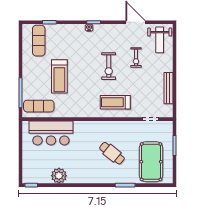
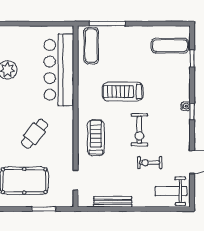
exercise bike: (109, 66) -> (139, 130), turned -90
treadmill: (59, 76) -> (123, 92), moved
bar counter: (51, 133) -> (59, 70), width x1.36

